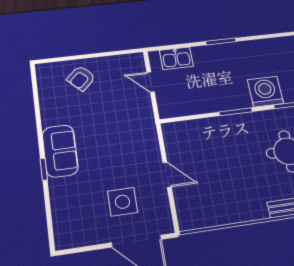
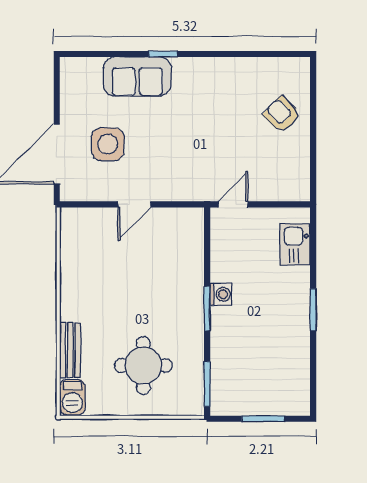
door: (151, 82) -> (233, 204), moved
washing machine: (265, 92) -> (221, 294), moved, width x0.53, depth x0.53
sofa: (60, 151) -> (137, 77), moved

